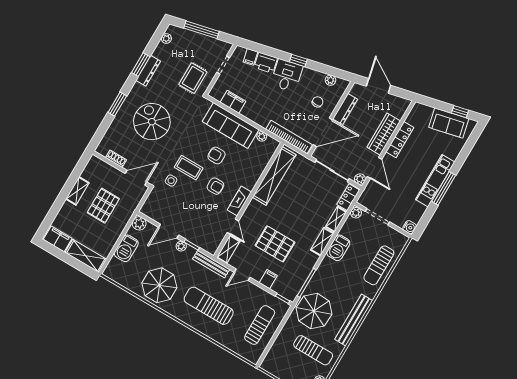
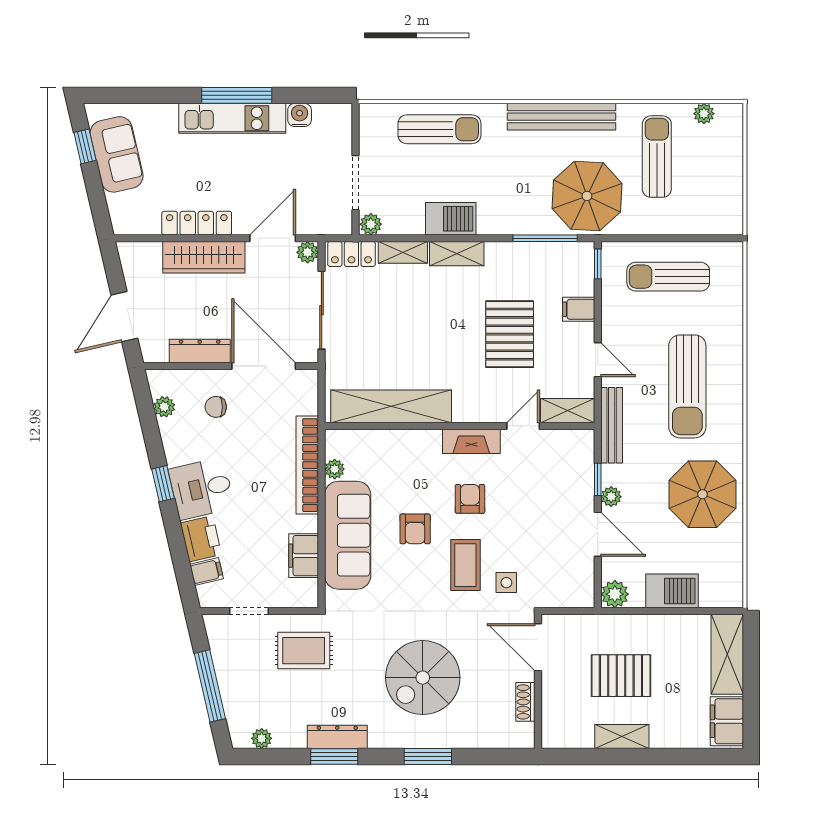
bookcase: (289, 137) -> (307, 465), moved
water cooler: (410, 227) -> (300, 115), moved

